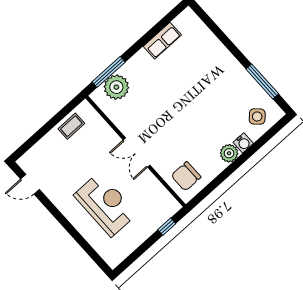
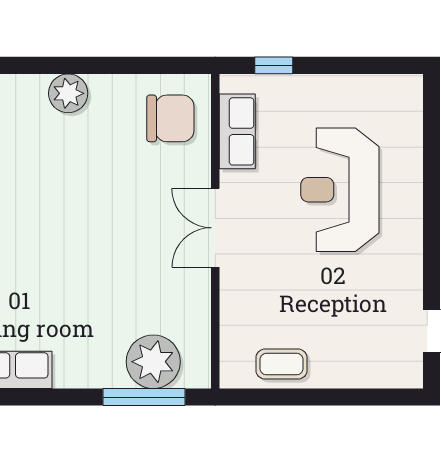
water cooler: (243, 143) -> (30, 89), removed
double door: (137, 153) -> (215, 228), swing flipped
row of seats: (159, 193) -> (237, 131), added

